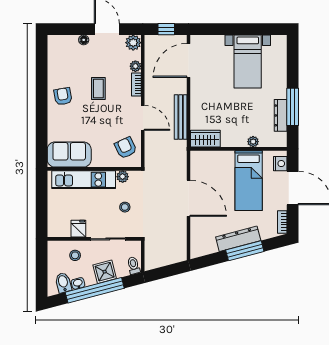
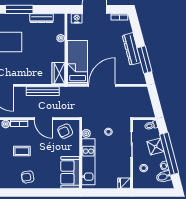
window: (293, 107) -> (19, 9), moved
door: (143, 118) -> (43, 119), swing flipped
bed: (249, 181) -> (78, 62), moved, turned -90
fridge: (78, 229) -> (124, 183), moved
window: (245, 251) -> (144, 60), moved

